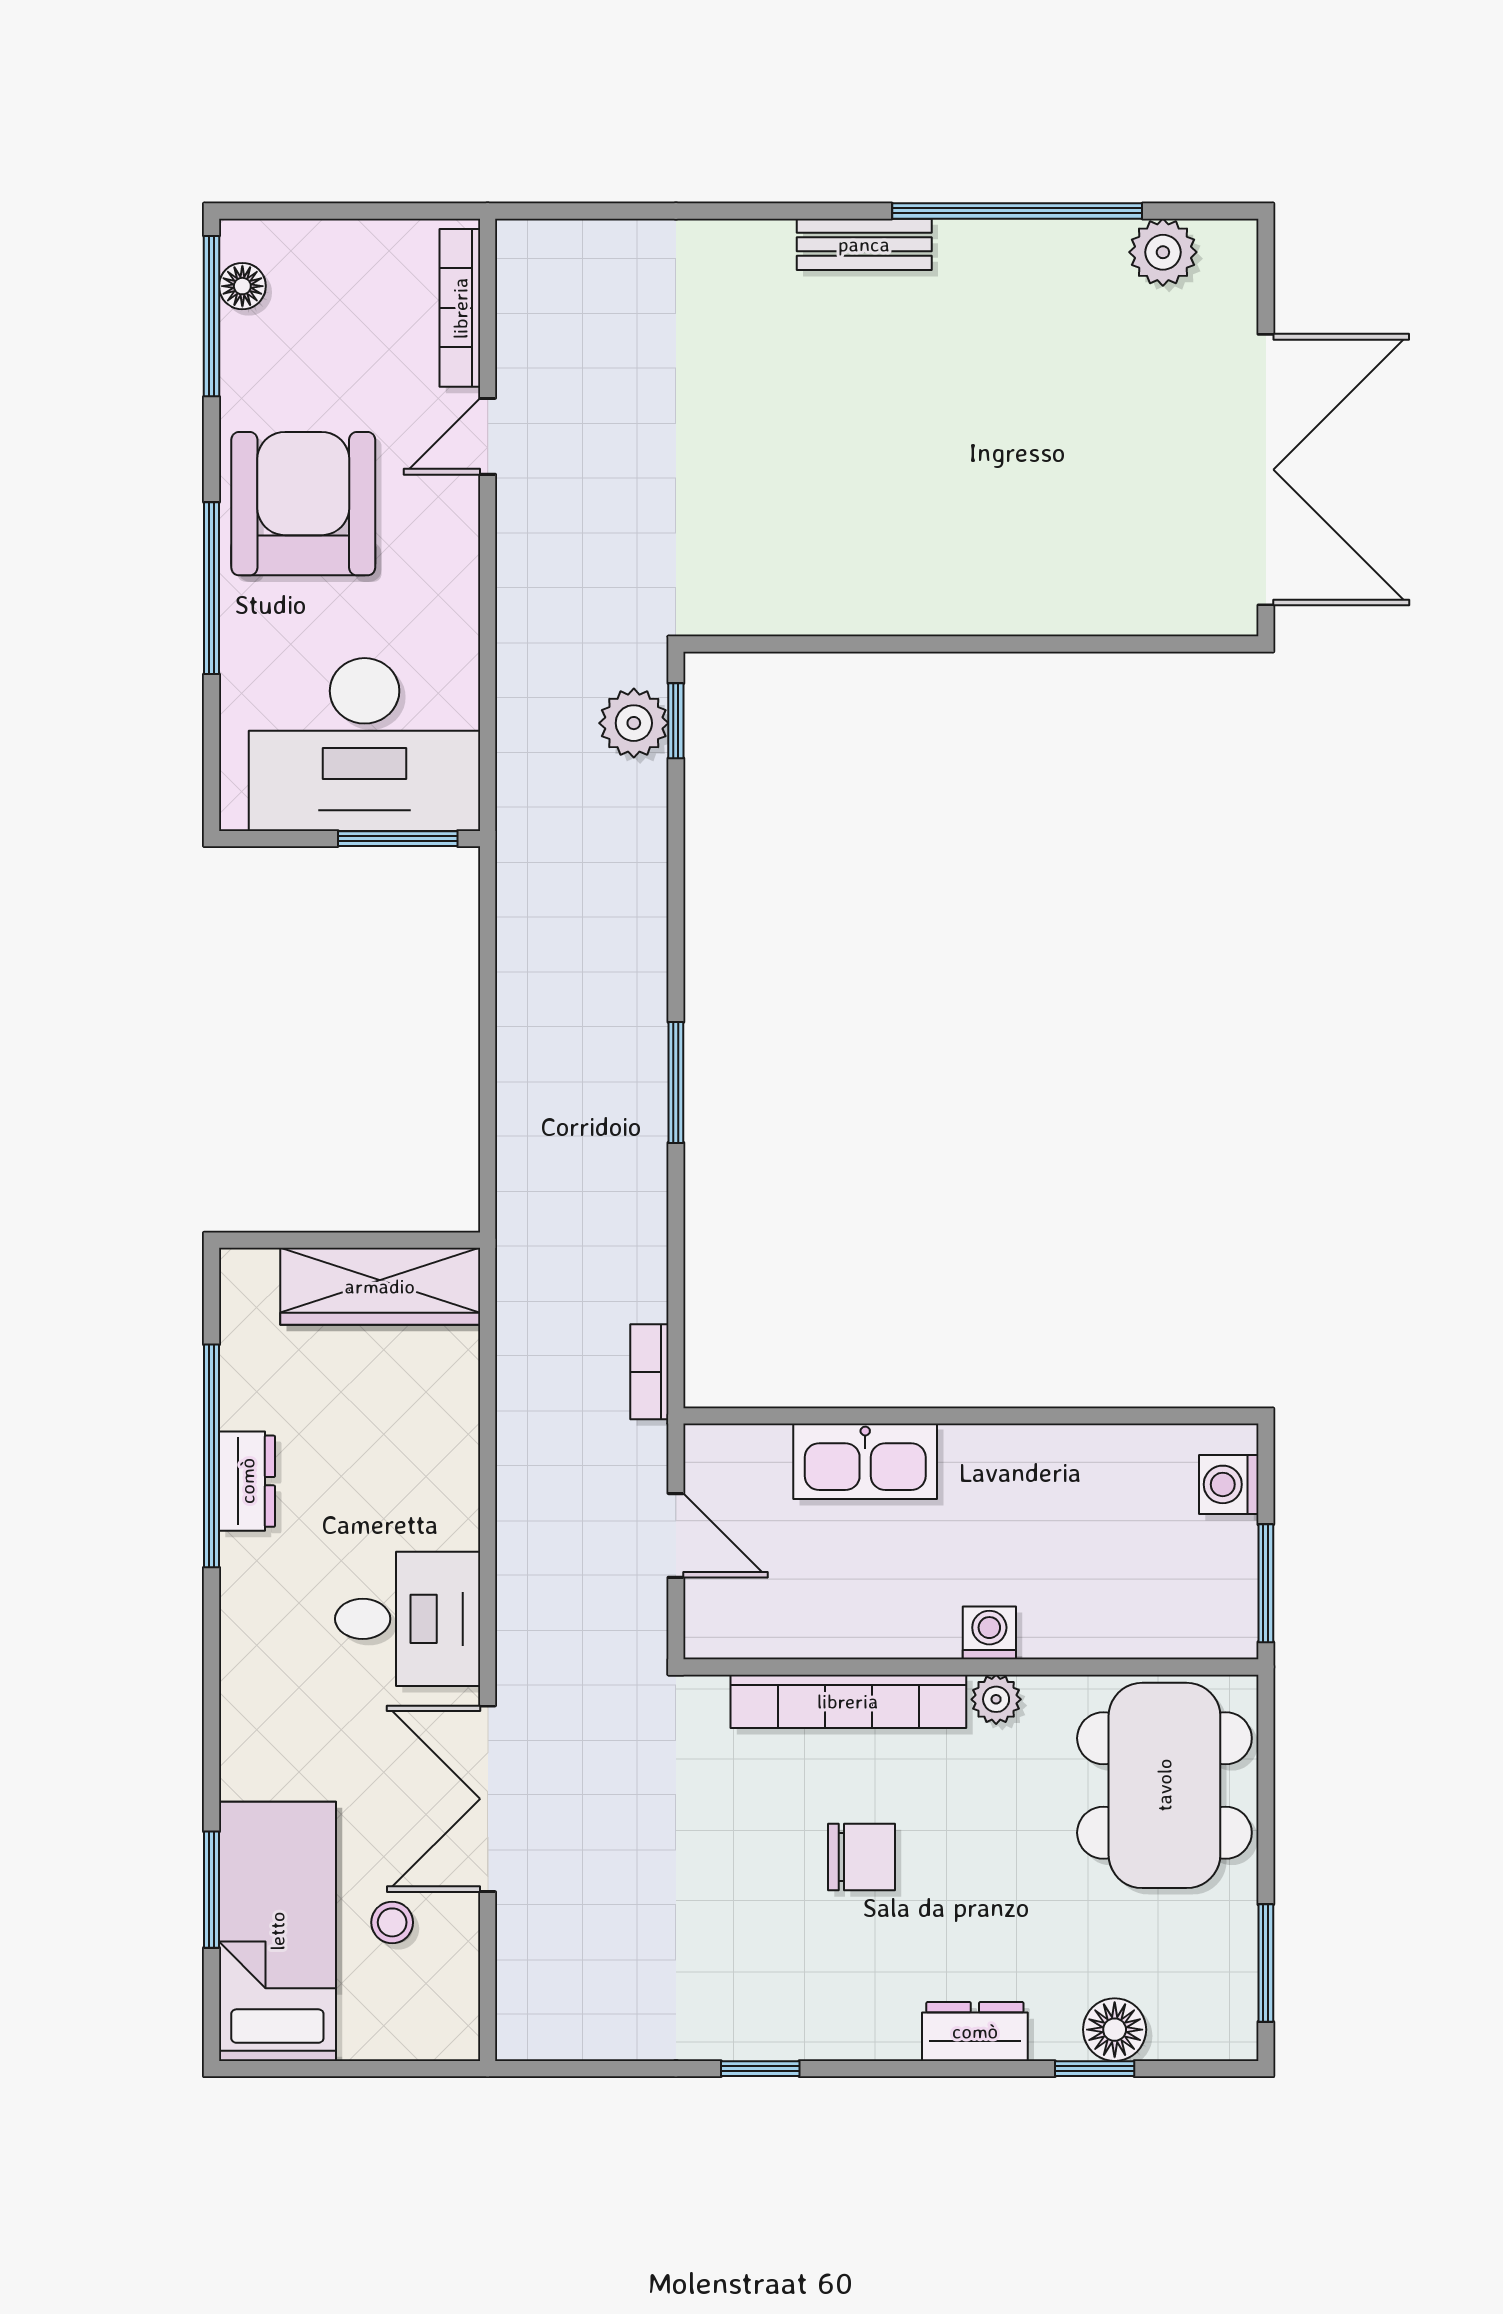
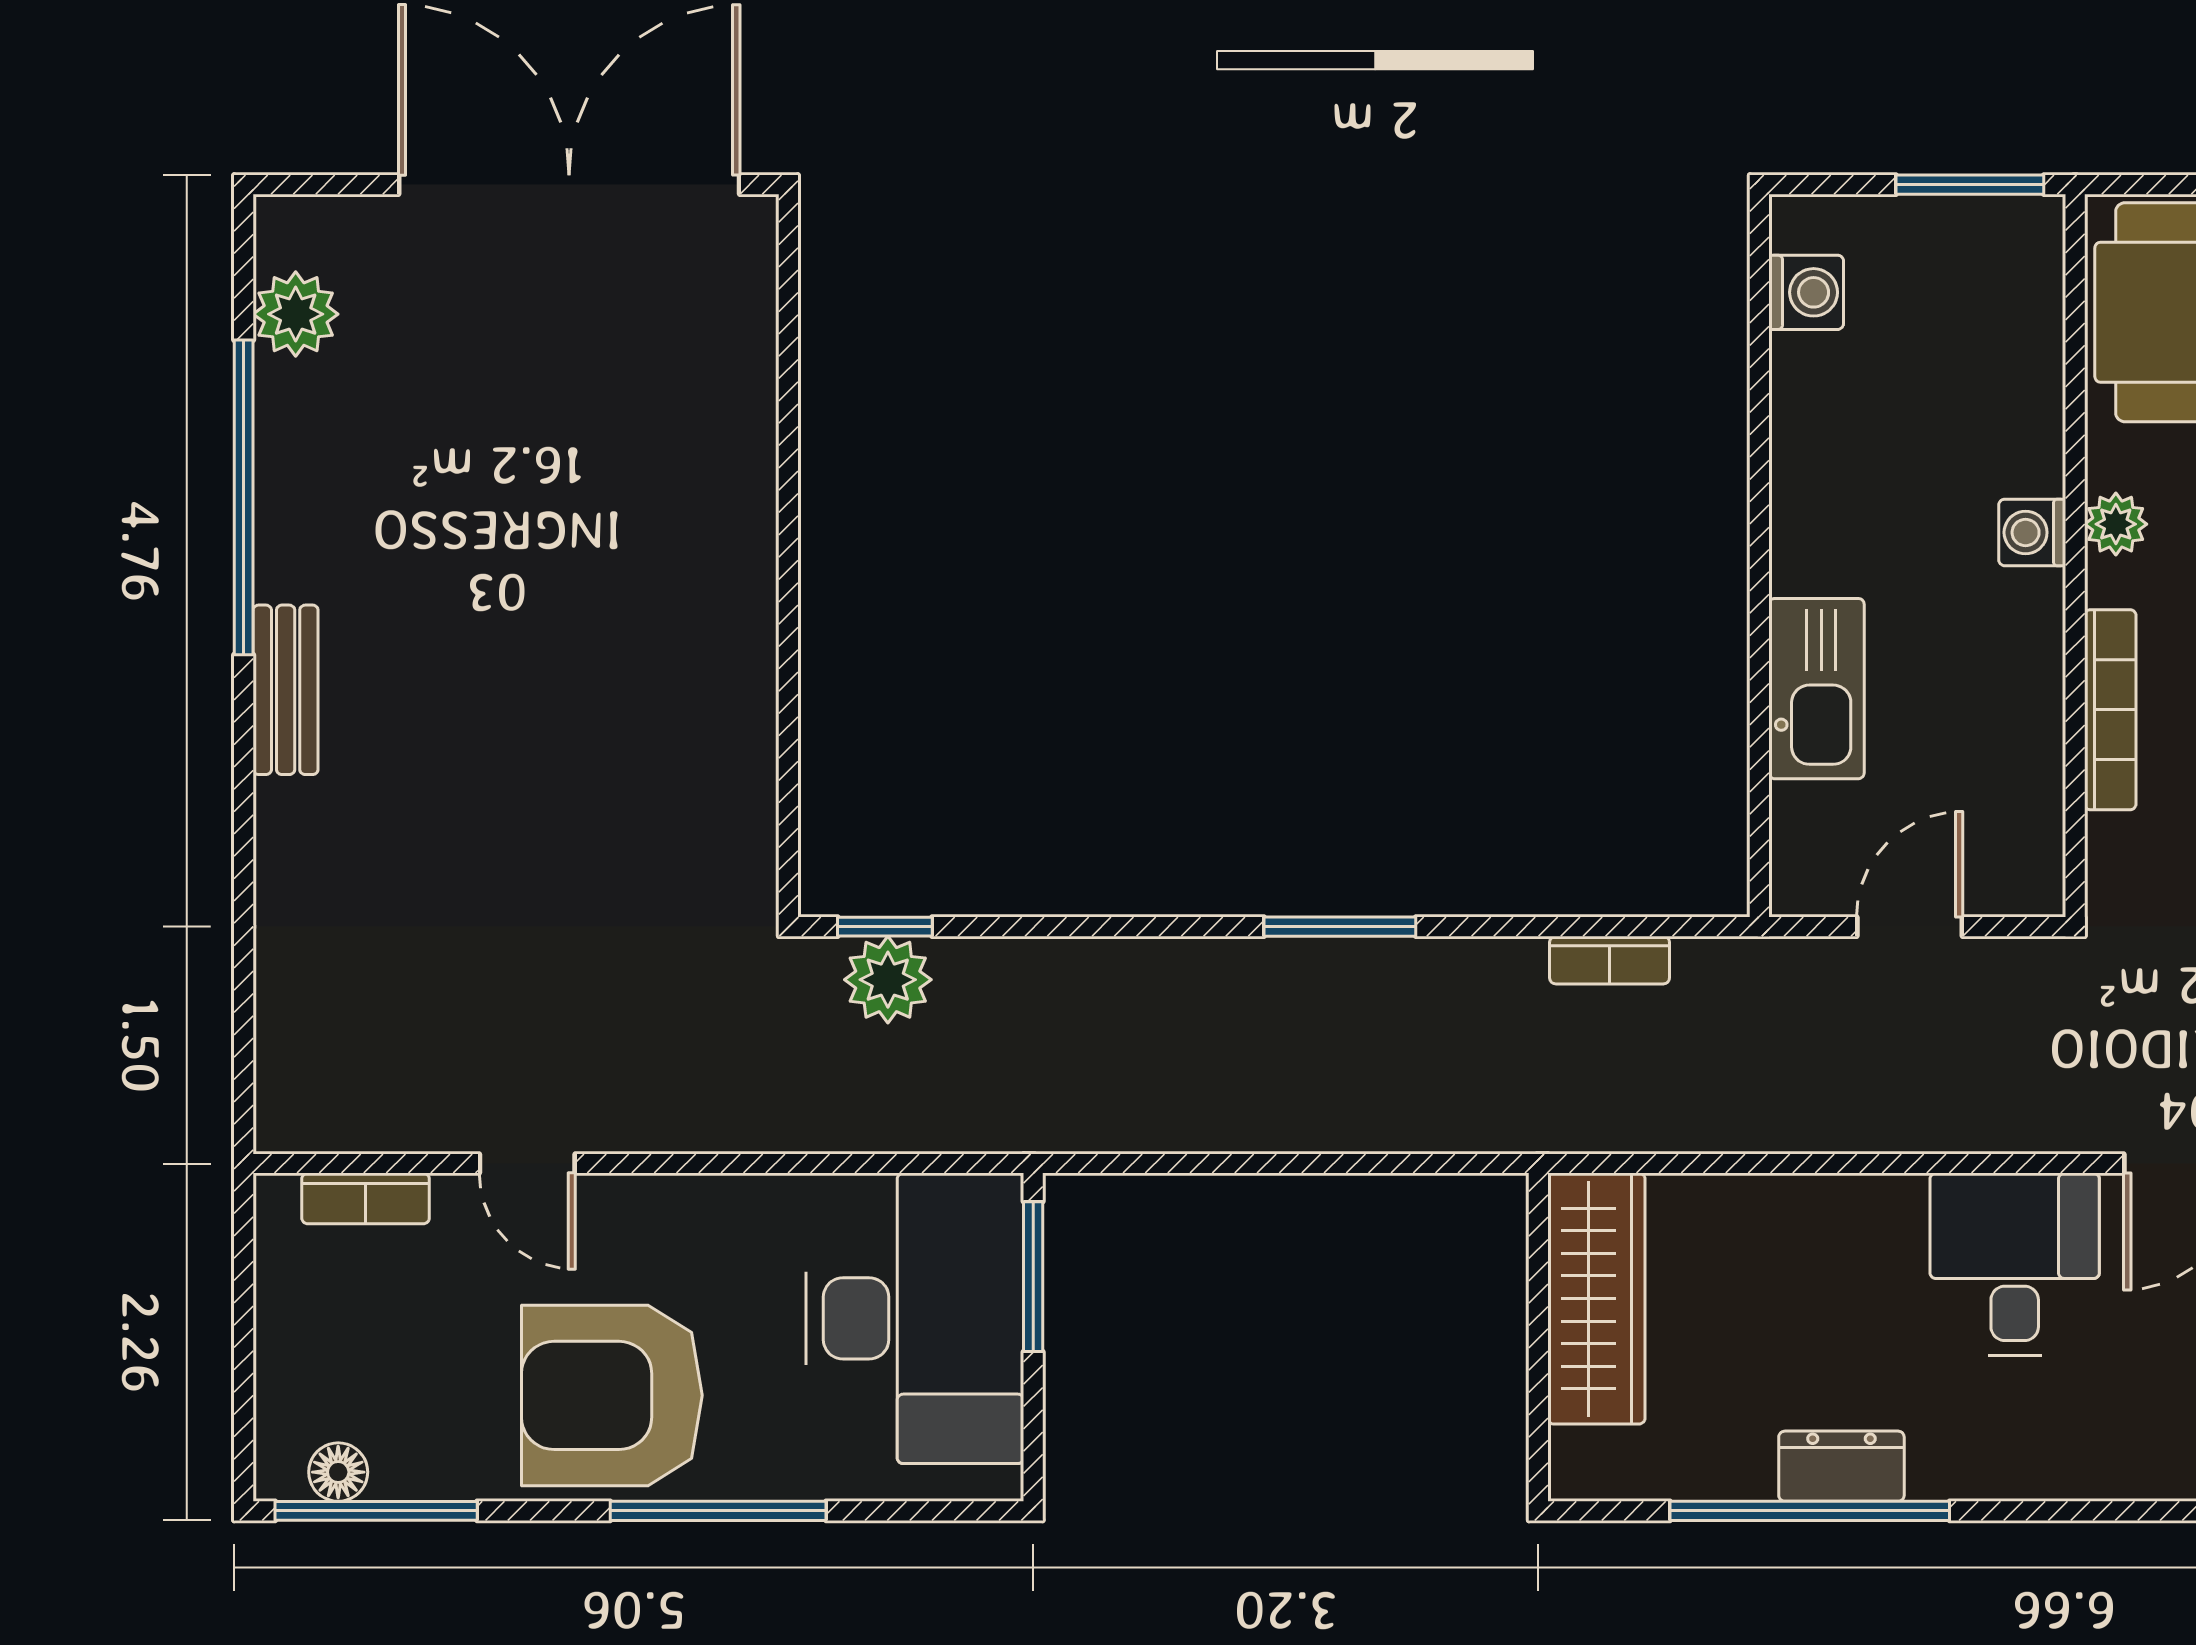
bookcase: (460, 308) -> (366, 1198), width x0.64
bookcase: (649, 1372) -> (1610, 960), moved
washing machine: (1229, 1484) -> (1806, 292), moved, turned -90
bookcase: (848, 1701) -> (2110, 710), width x0.68, depth x0.76

